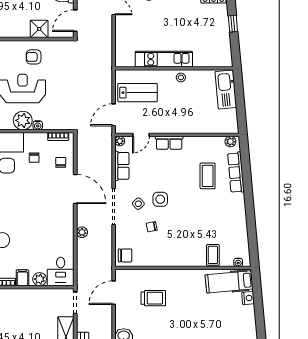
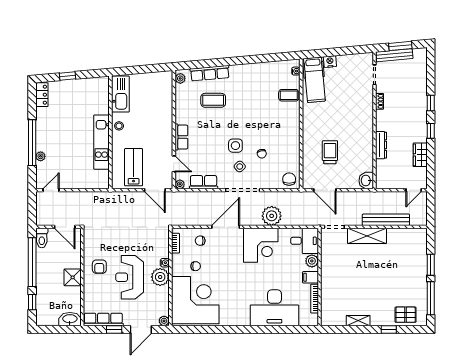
shower: (39, 29) -> (73, 277), moved
kitchen sink: (226, 90) -> (120, 94), moved, turned -85
corner desk: (56, 226) -> (261, 245), added
plant: (82, 232) -> (272, 216), width x1.87, depth x1.87

